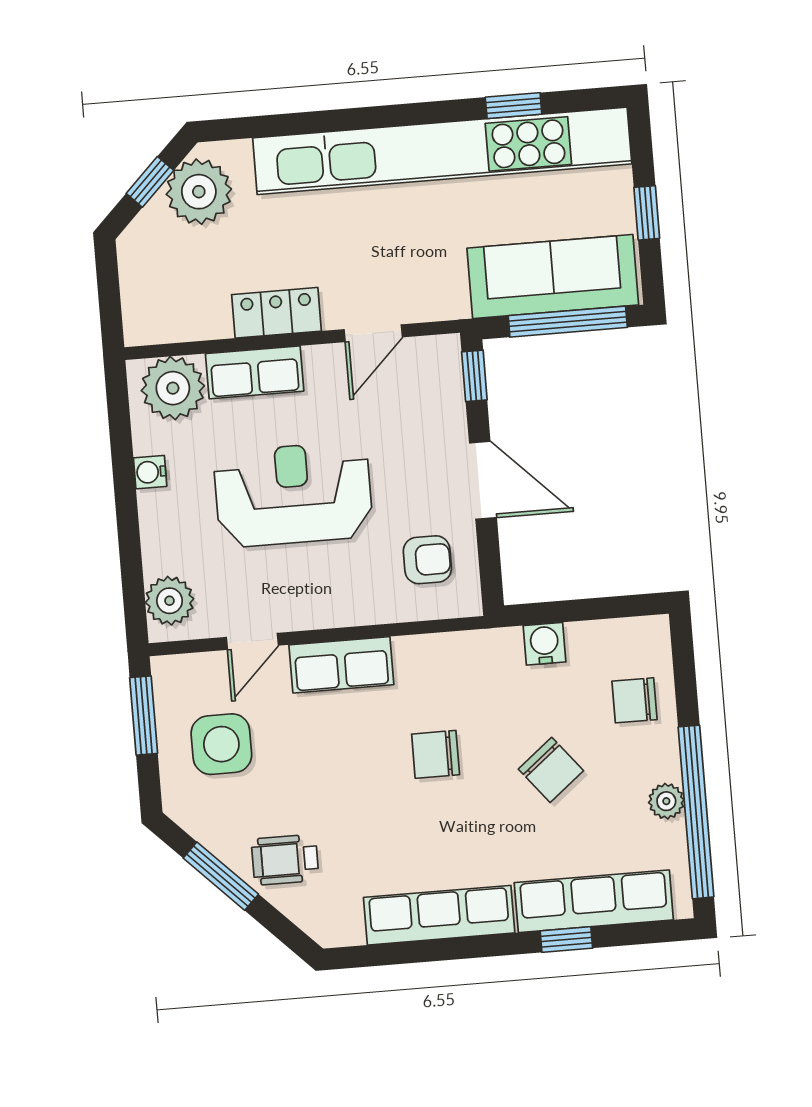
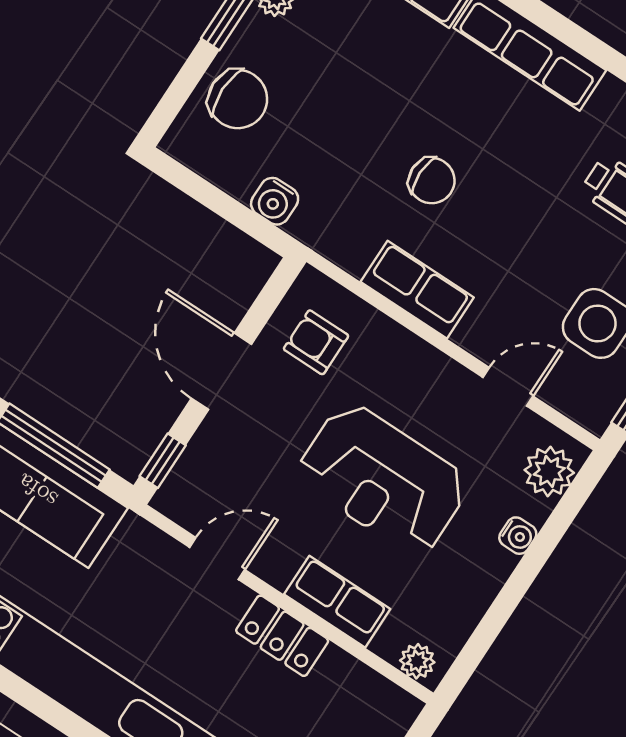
plant: (173, 388) -> (417, 661), width x0.53, depth x0.53
water cooler: (150, 472) -> (518, 536), moved
row of seats: (341, 665) -> (417, 290), moved
chair: (634, 700) -> (238, 99), width x1.37, depth x1.37
chair: (551, 770) -> (349, 96), removed

